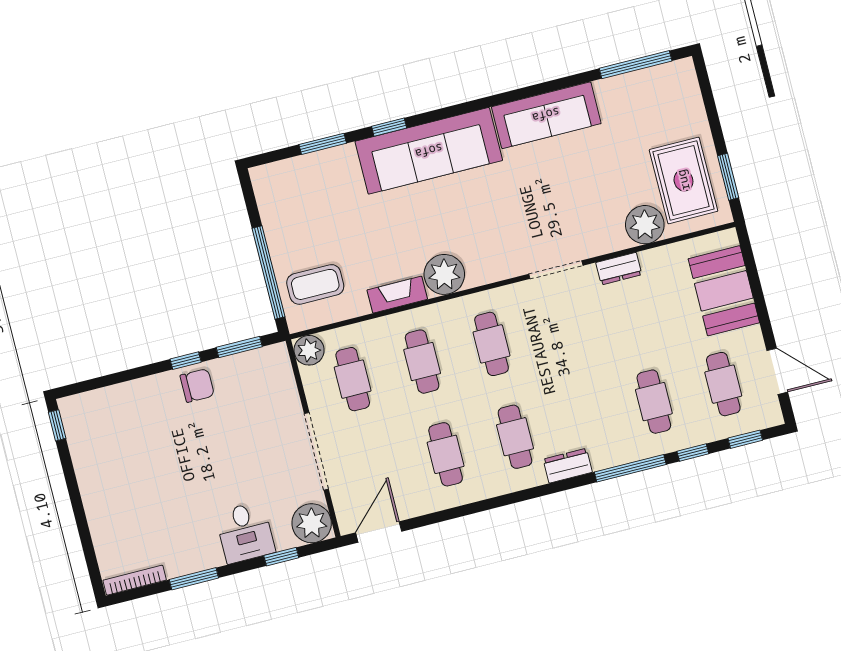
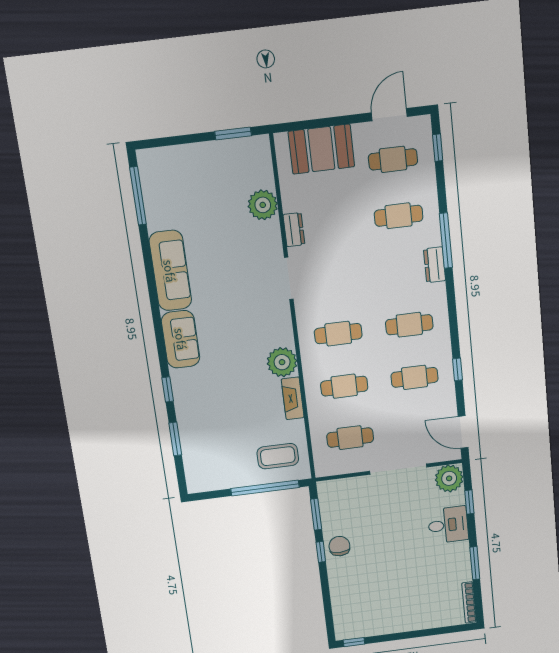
sofa: (429, 151) -> (181, 339), width x0.54, depth x0.79
rug: (683, 180) -> (232, 170), removed
coffee table: (315, 284) -> (278, 456), turned 90
plant: (309, 350) -> (325, 466), removed
window: (693, 452) -> (457, 369), moved
dresser: (568, 466) -> (435, 265), moved

